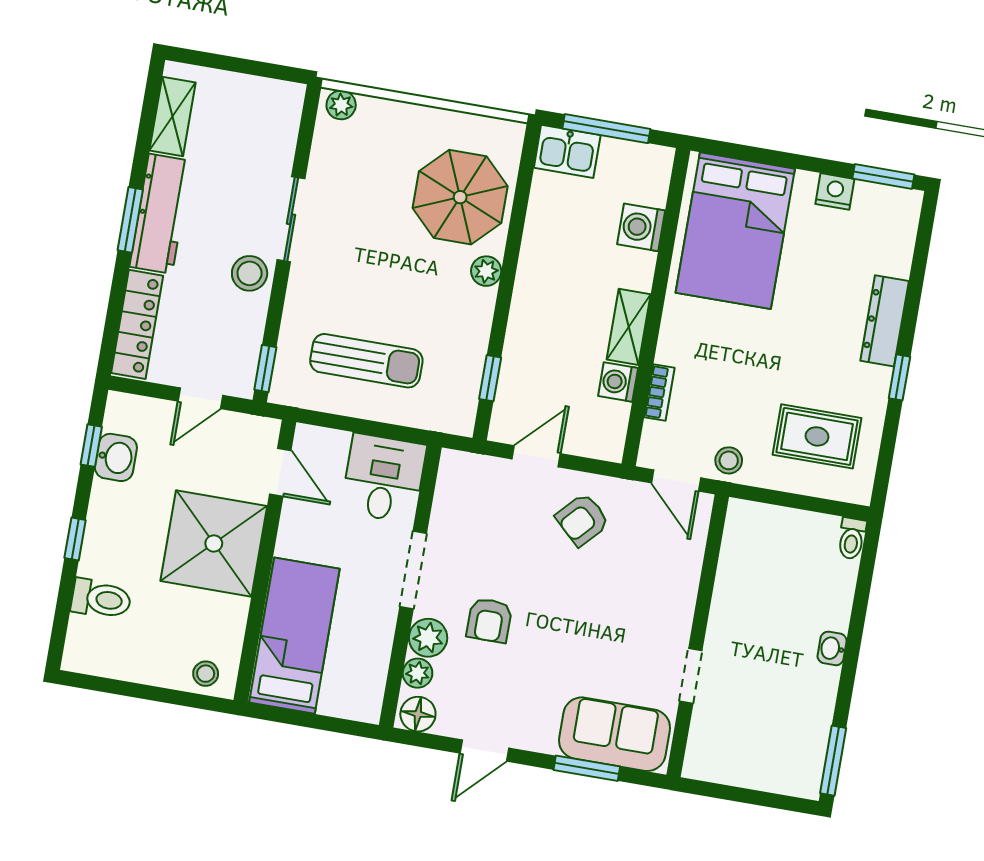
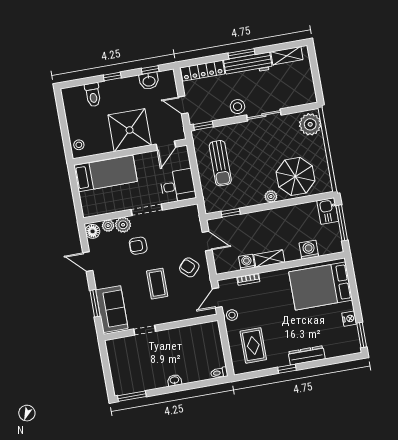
plant: (341, 105) -> (310, 124), width x1.87, depth x1.87
coffee table: (593, 608) -> (157, 284), added

